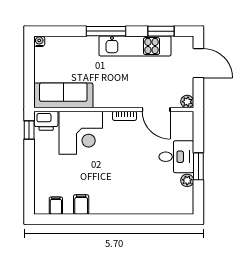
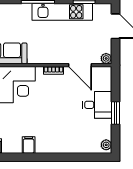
plant: (187, 180) -> (106, 145), moved
filing cabinet: (81, 205) -> (29, 145), moved

